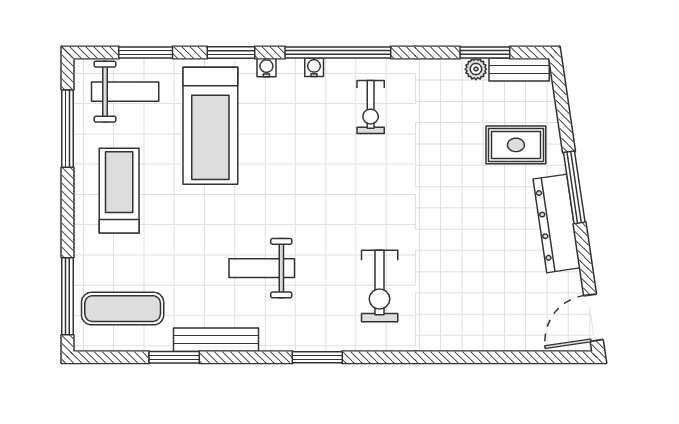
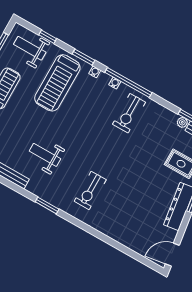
window: (146, 53) -> (48, 37), width x0.67
weight bench: (125, 92) -> (30, 48), turned 180
exercise bike: (371, 107) -> (129, 113), width x1.38, depth x1.39

